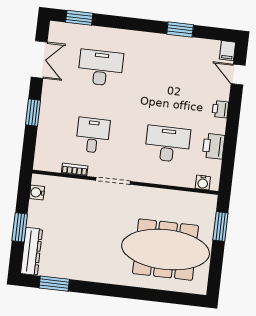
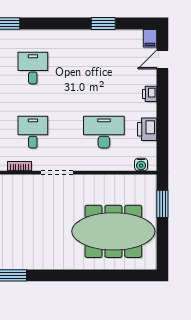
desk: (101, 68) -> (33, 68), width x0.73
door: (238, 75) -> (162, 60), hinge flipped

